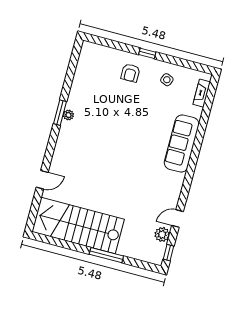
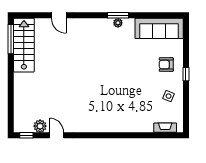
sofa: (182, 144) -> (159, 28), moved, turned 180
stairs: (78, 226) -> (24, 45), width x0.73, depth x0.66
window: (106, 255) -> (11, 39), moved

